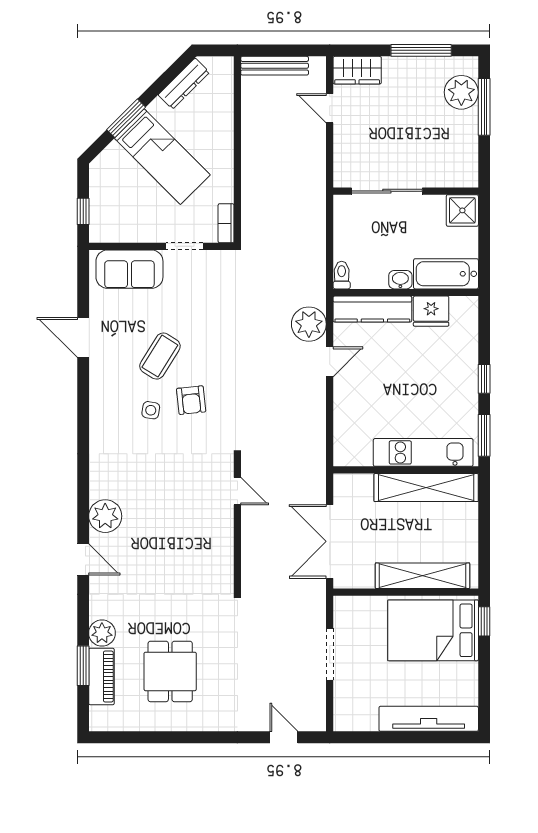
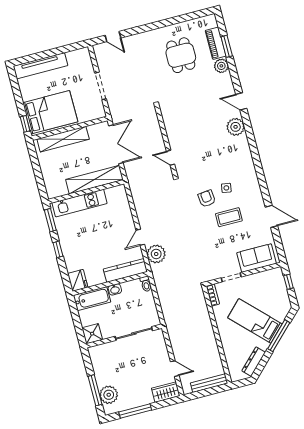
window: (126, 118) -> (279, 336), width x1.44
fridge: (431, 311) -> (78, 280), moved, turned 90
coffee table: (160, 356) -> (229, 217), turned 58
shelving: (426, 488) -> (94, 180), moved

